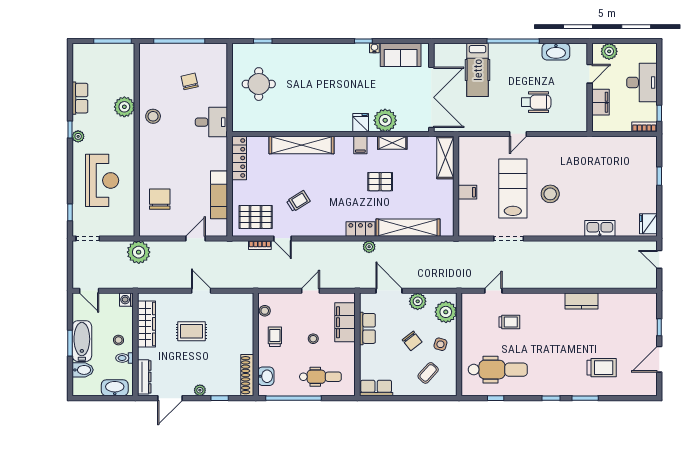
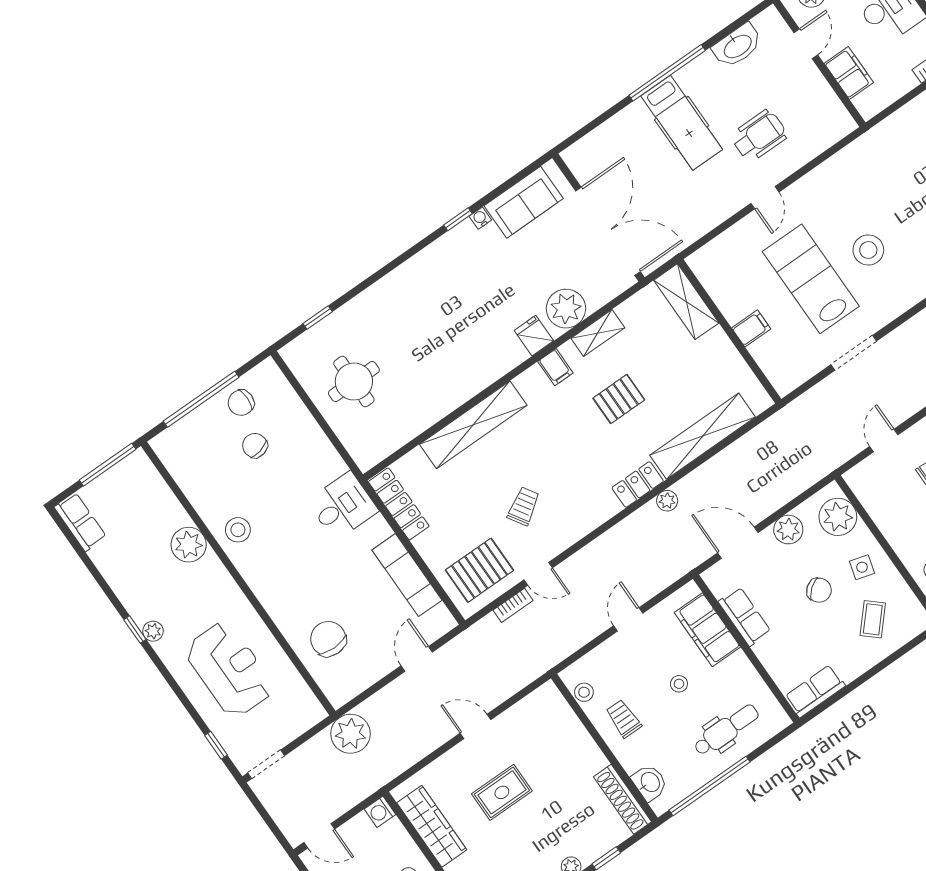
chair: (197, 56) -> (241, 403), added
hospital bed: (478, 70) -> (682, 123), moved
row of seats: (80, 98) -> (80, 522), moved
desk: (211, 122) -> (343, 506), moved

